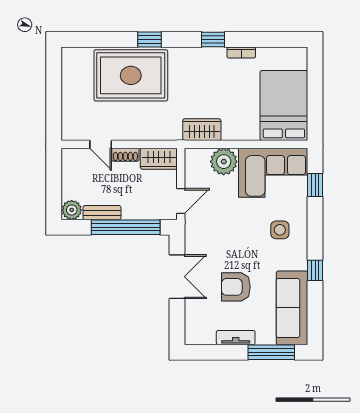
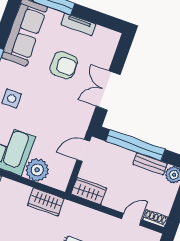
door: (101, 144) -> (132, 219), hinge flipped
shoe rack: (125, 155) -> (155, 218), moved

